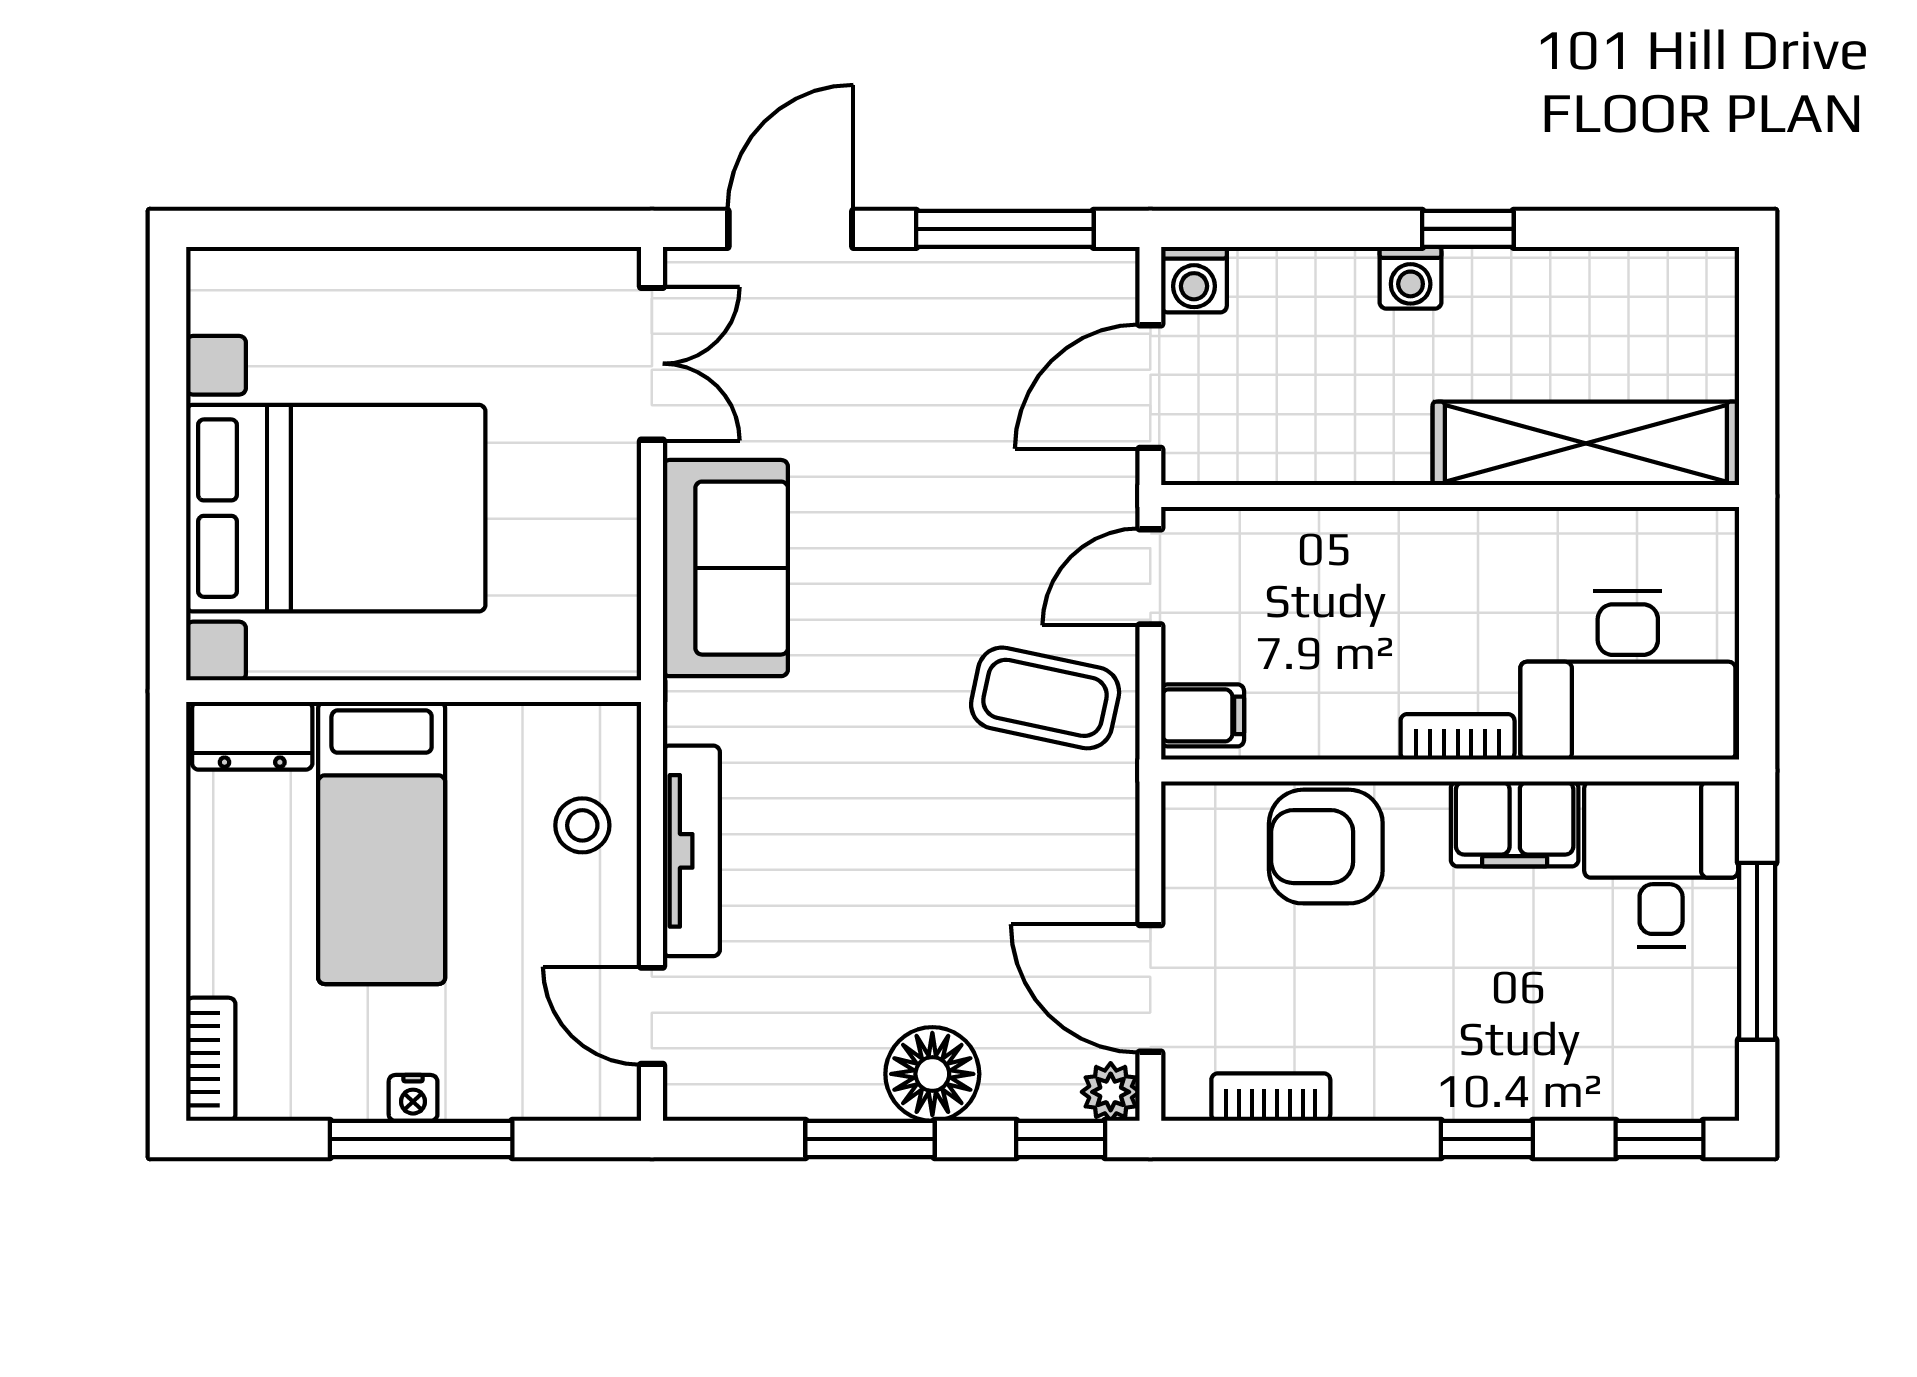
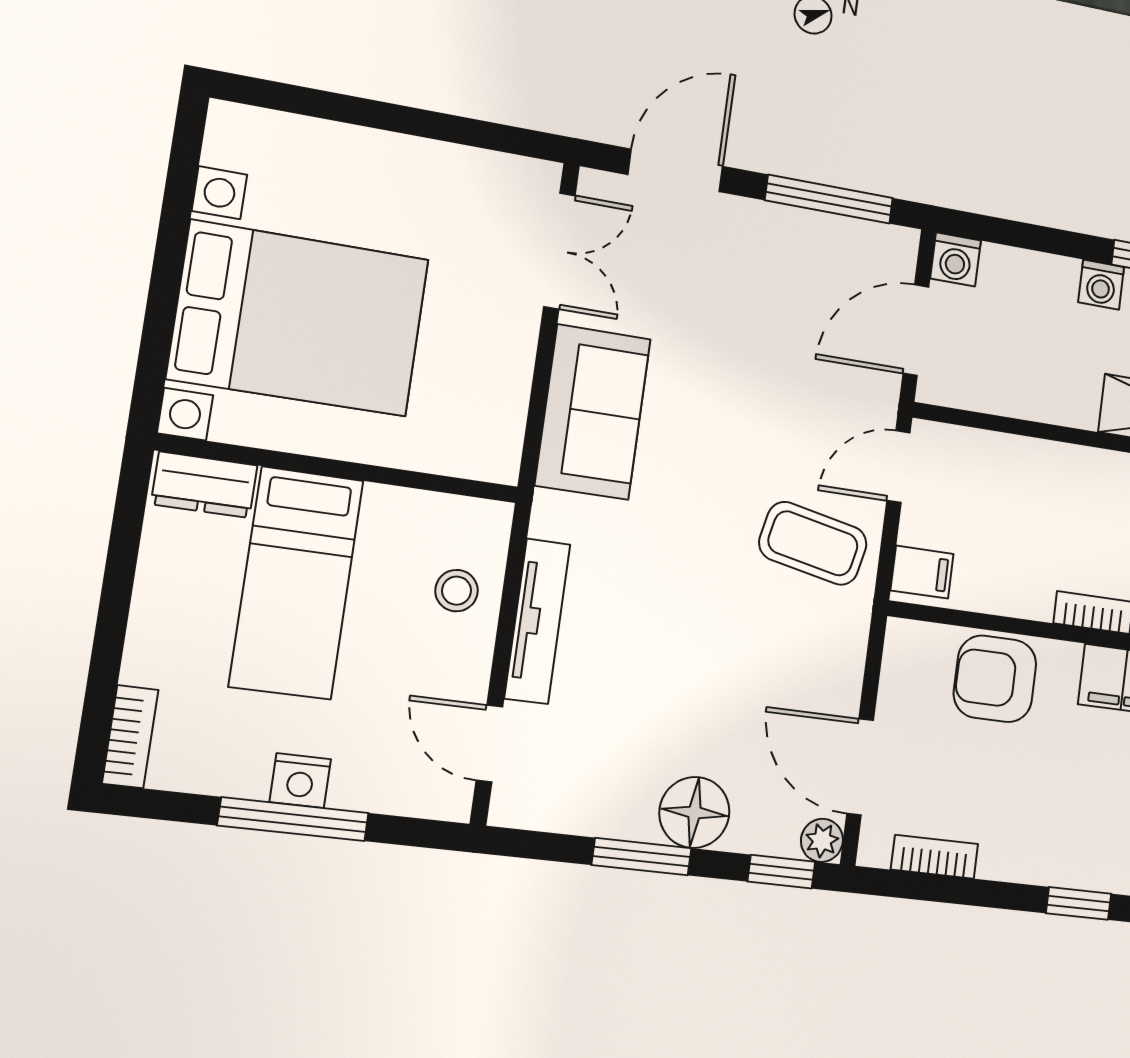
nightstand: (413, 1098) -> (300, 781), width x1.39, depth x1.35

